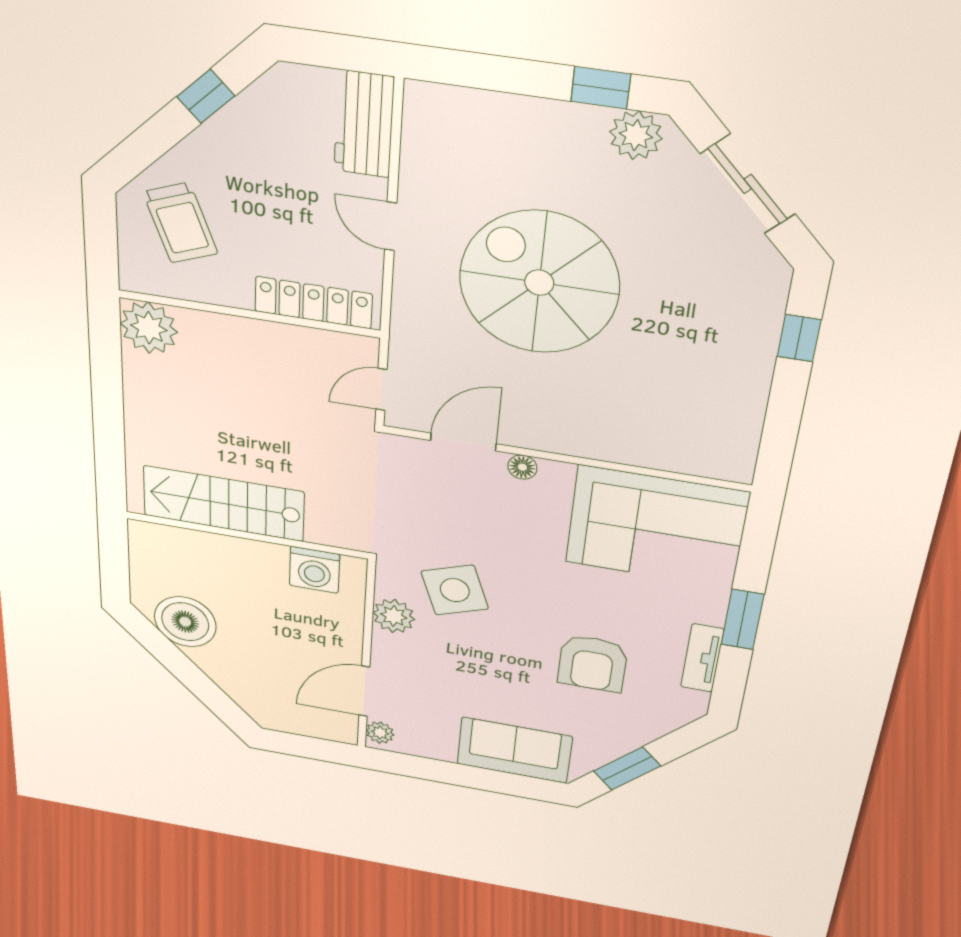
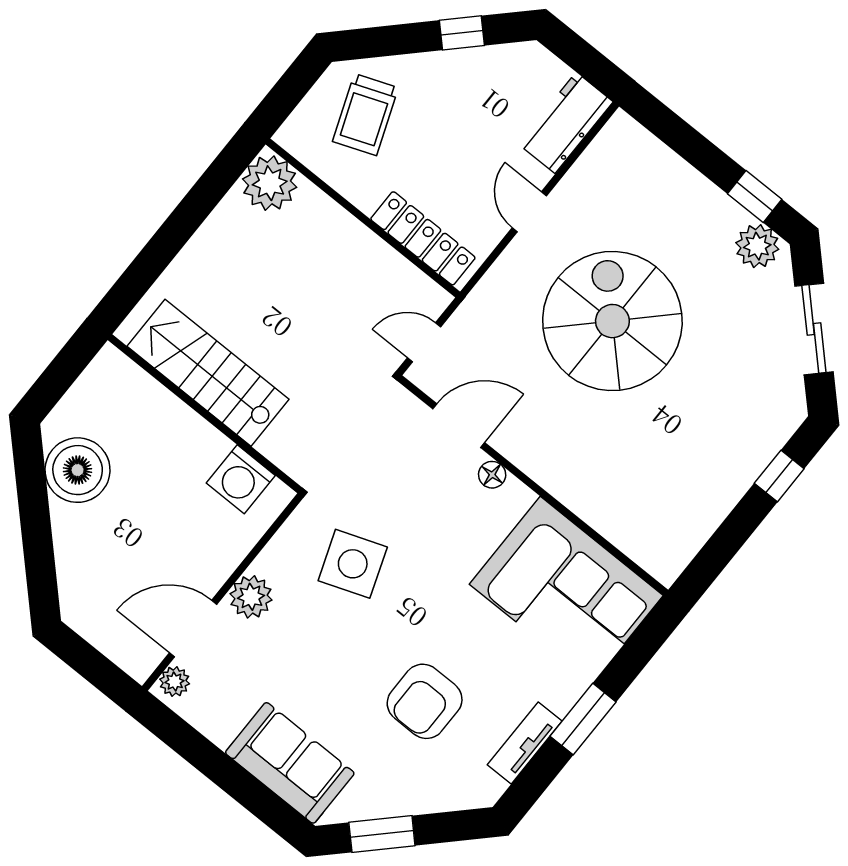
plant: (394, 616) -> (251, 597), moved

